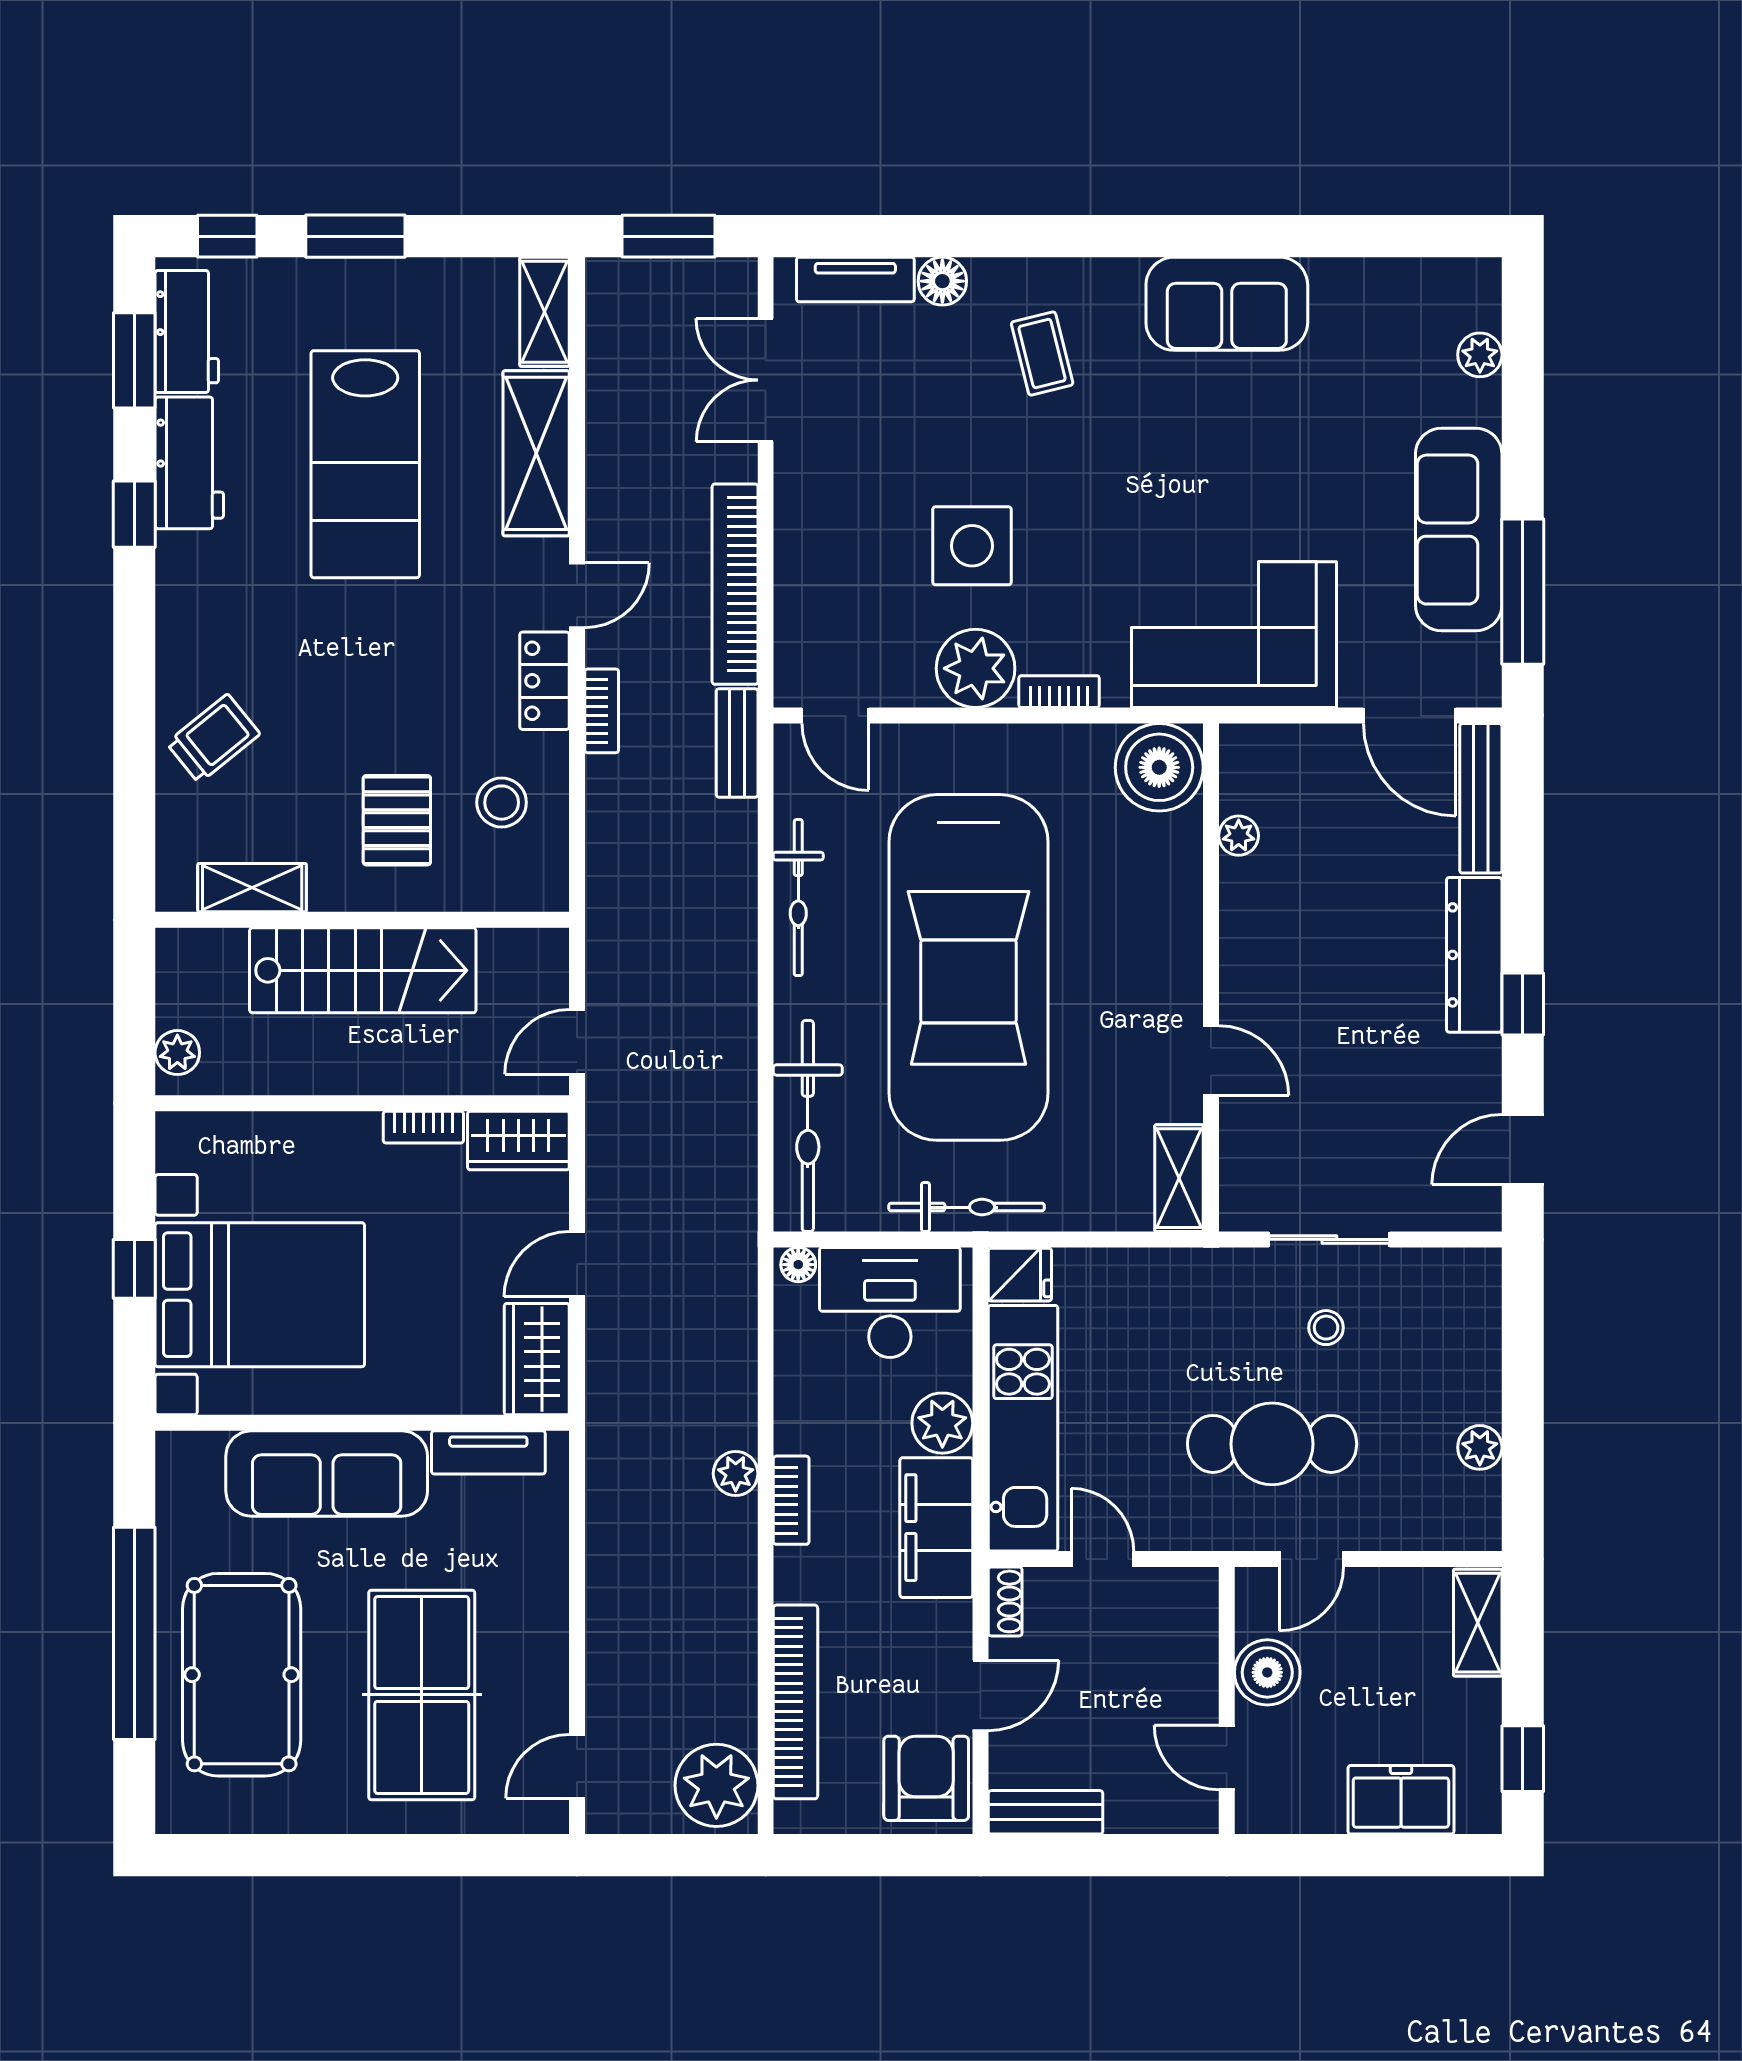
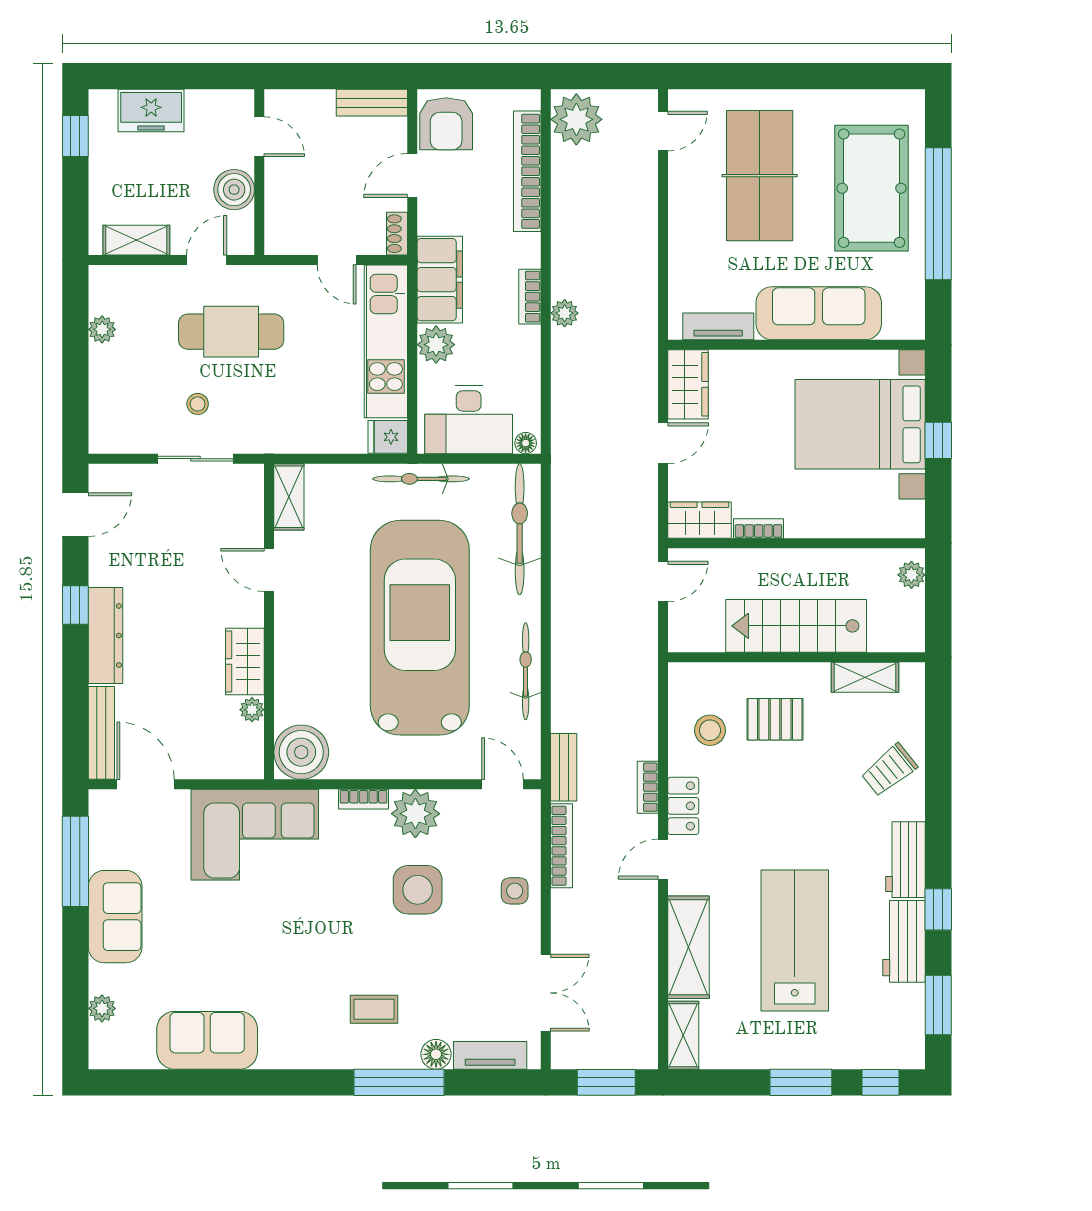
window: (1002, 236) -> (399, 1082), added
sofa: (1227, 304) -> (207, 1040), moved
workbench: (187, 331) -> (906, 860), moved
coffee table: (1042, 353) -> (374, 1009), turned -76
sofa: (1459, 530) -> (115, 917), width x0.73
side table: (816, 544) -> (515, 891), added
bookcase: (735, 584) -> (562, 846), width x0.68, depth x0.76
pallet: (397, 820) -> (775, 719), turned 90
wardrobe: (1250, 913) -> (245, 661), added
shelving: (1478, 1623) -> (136, 240), moved, turned 90

